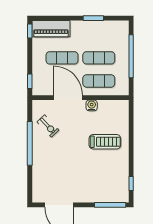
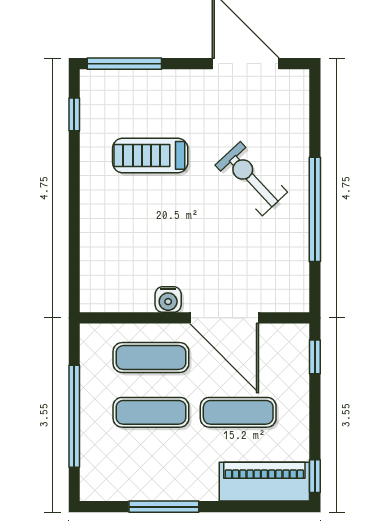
window: (93, 18) -> (164, 507), width x1.44
exercise bike: (48, 126) -> (251, 179), moved, width x1.38, depth x1.39
treadmill: (105, 142) -> (150, 155), moved

